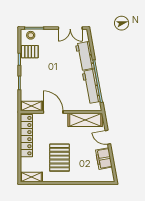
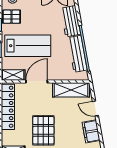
lab bench: (45, 79) -> (28, 46), added
door: (53, 112) -> (37, 81), hinge flipped

